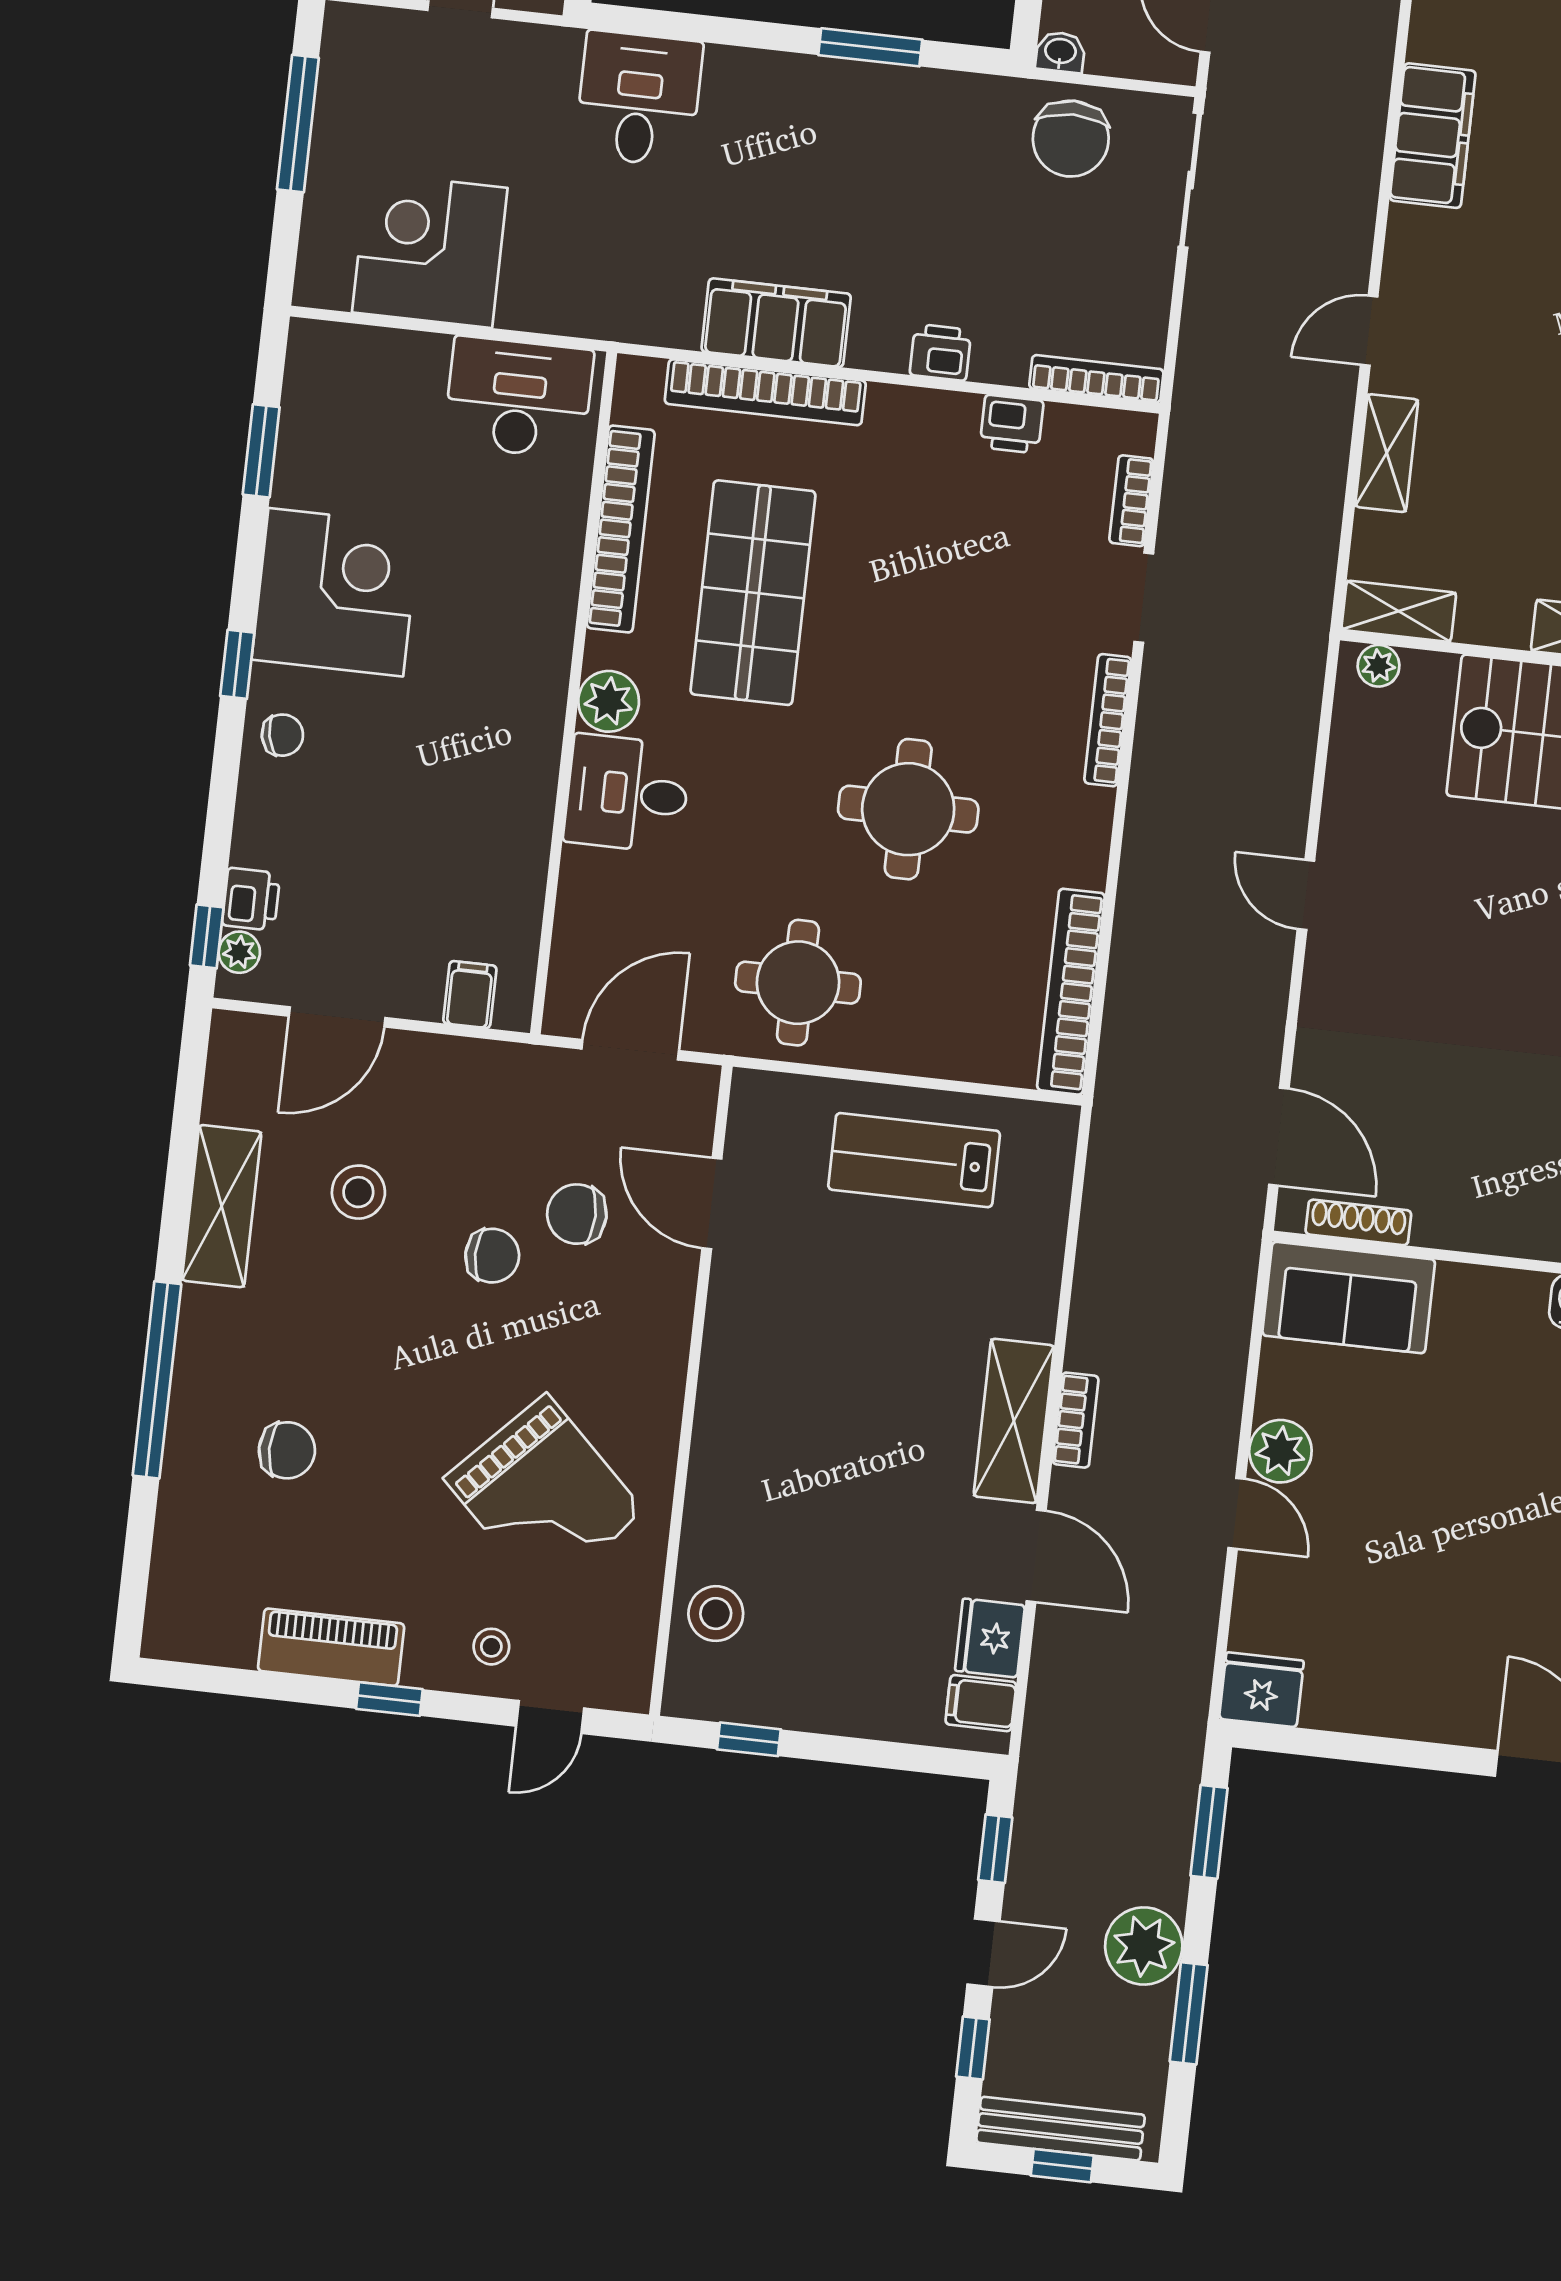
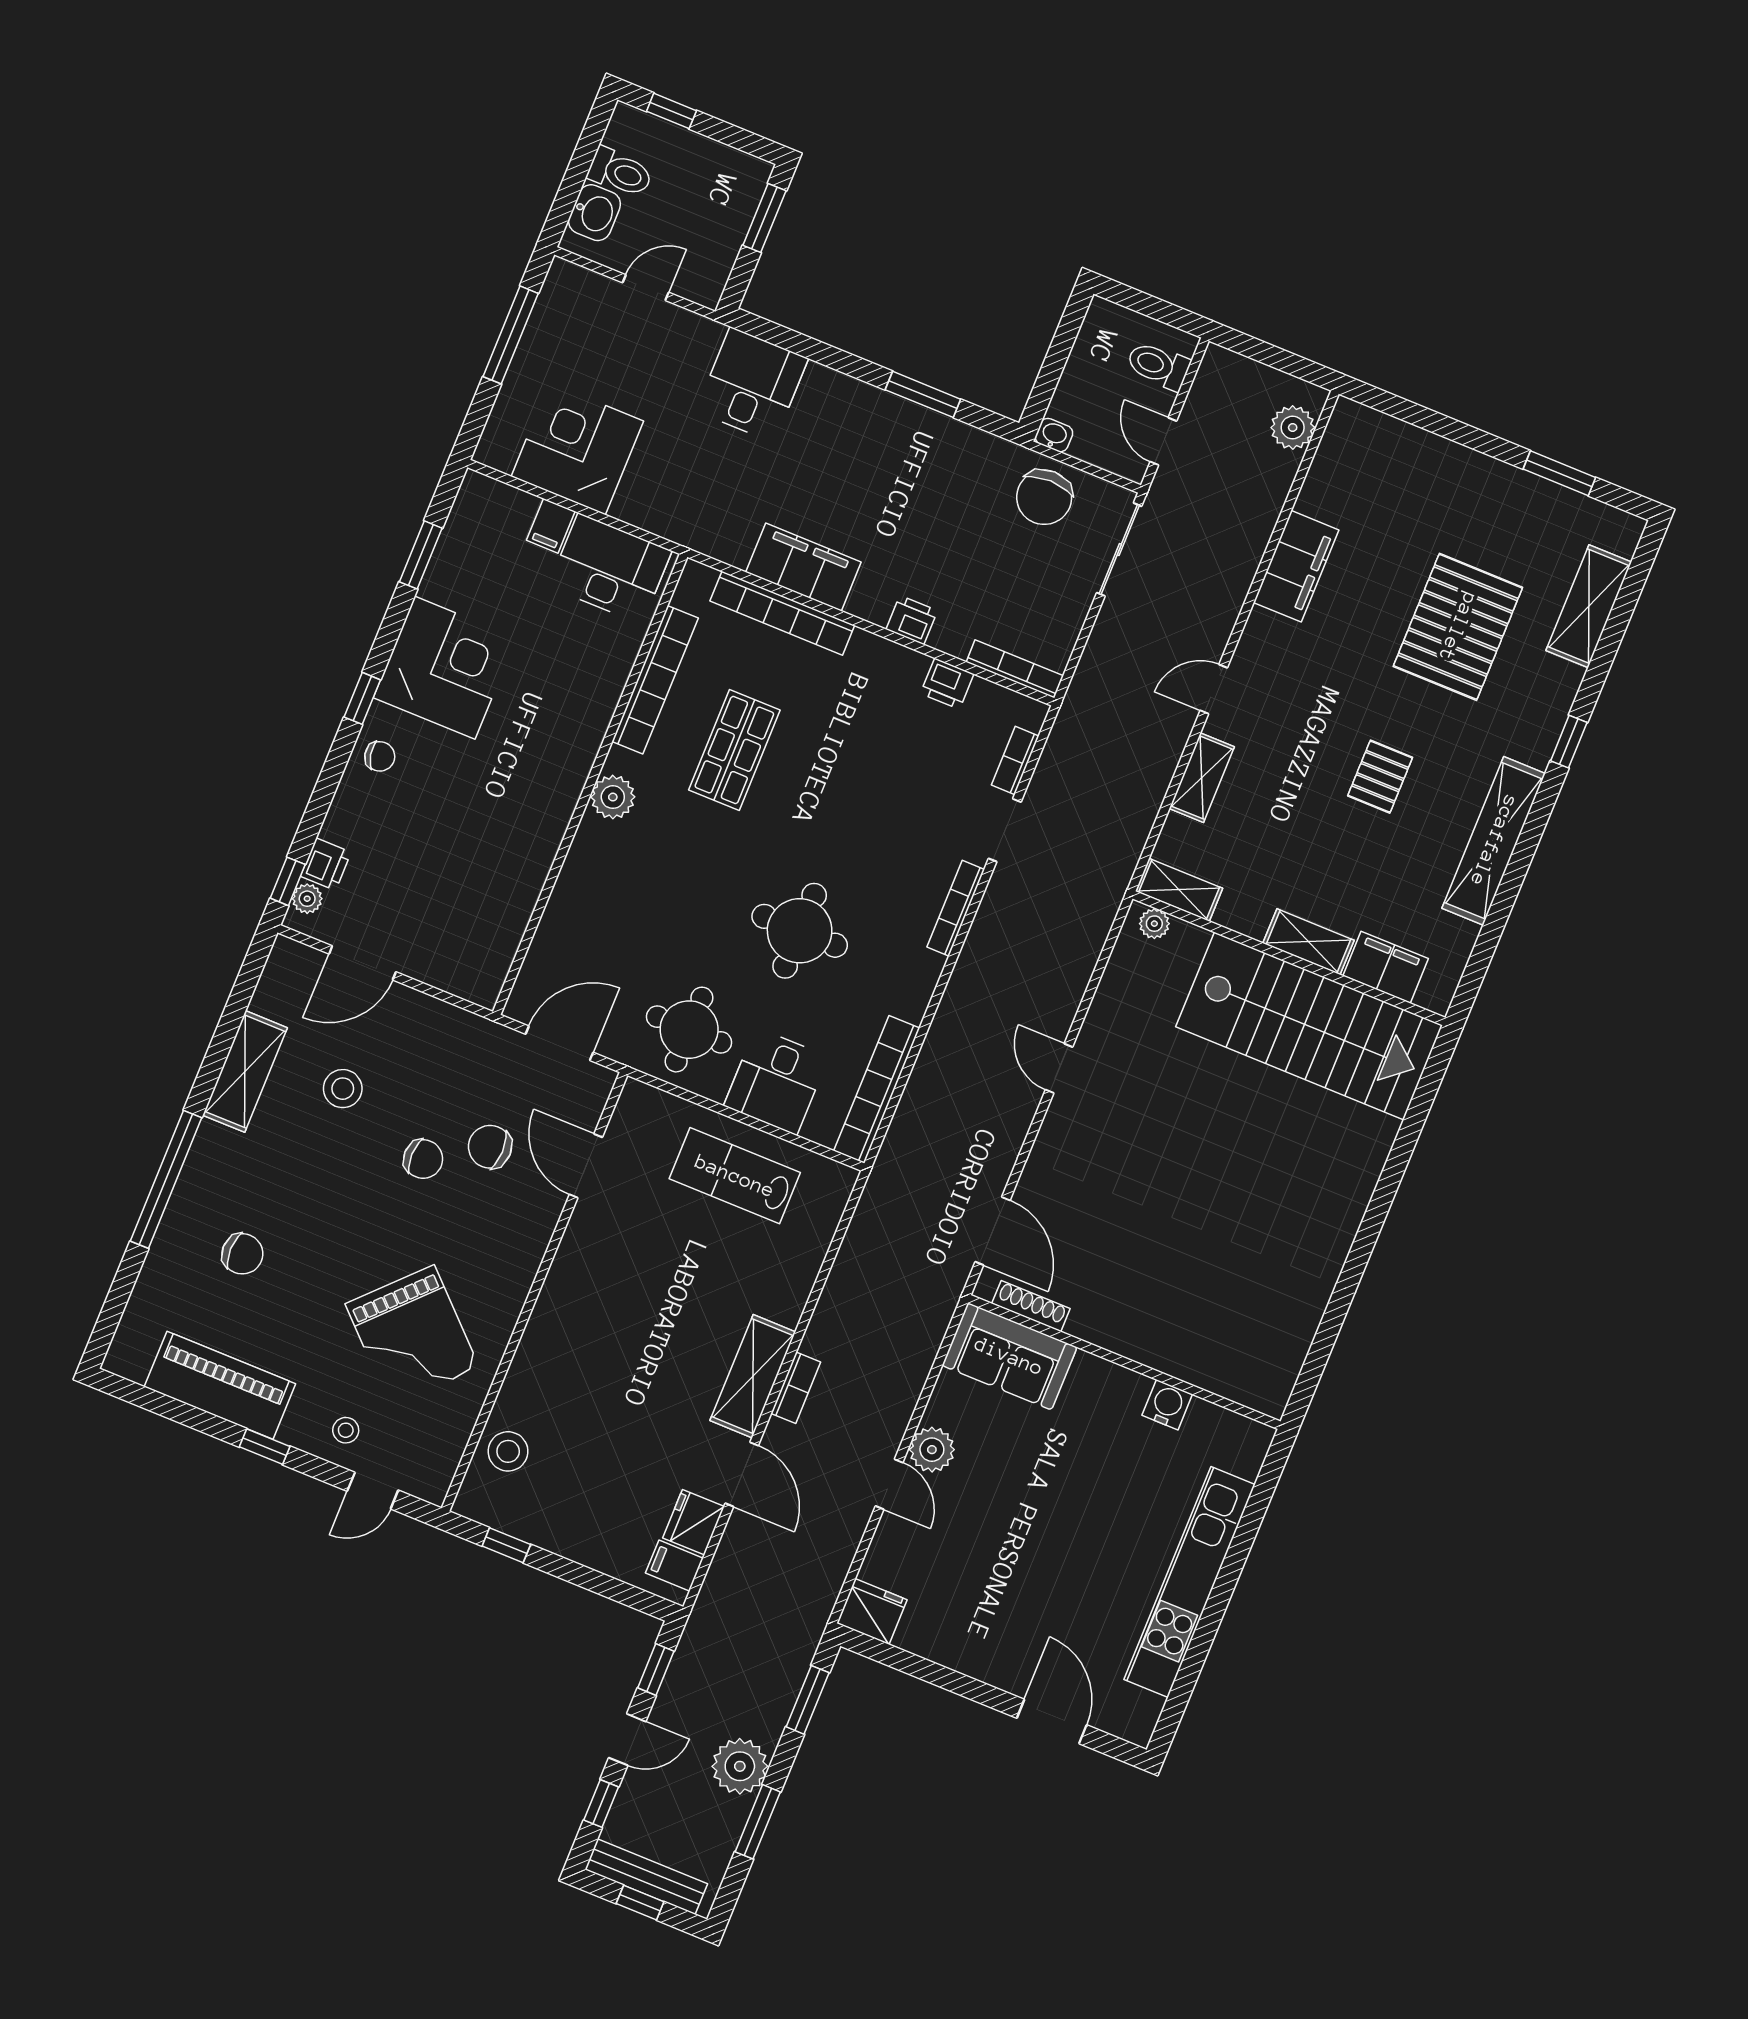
shop shelf: (753, 593) -> (734, 750), width x0.70, depth x0.74
desk: (627, 794) -> (776, 1081), moved, turned -90
filing cabinet: (470, 995) -> (551, 526), moved, turned 180
piano: (331, 1647) -> (220, 1385), width x1.37, depth x1.33

